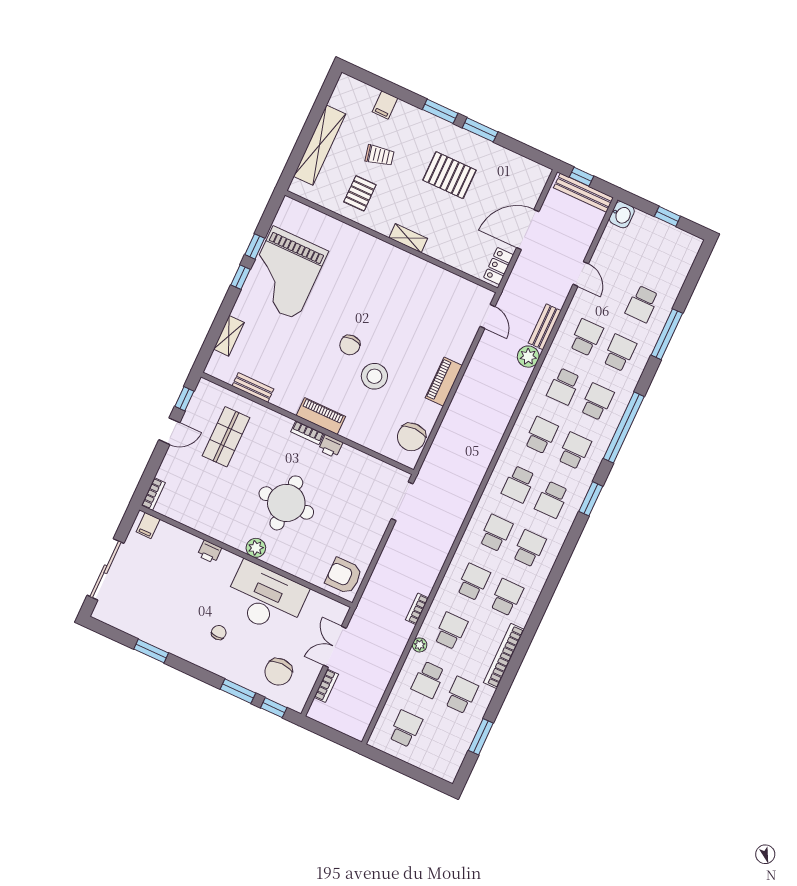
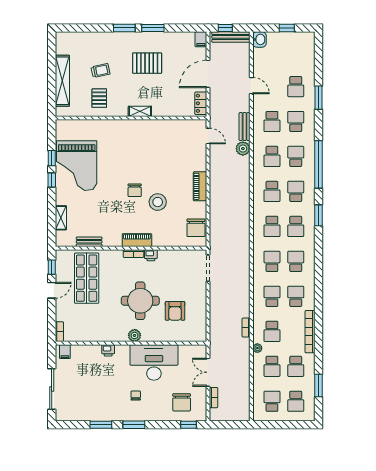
filing cabinet: (385, 105) -> (201, 39), moved
window: (667, 334) -> (319, 98), width x0.69
school desk: (586, 337) -> (272, 121), turned 180
school desk: (541, 435) -> (272, 191), turned 180
shop shelf: (226, 437) -> (87, 278), width x1.43, depth x1.36
armchair: (344, 576) -> (175, 311), moved, turned -90
school desk: (451, 631) -> (272, 331), turned 180
window: (238, 691) -> (134, 425), moved
school desk: (461, 695) -> (296, 366), turned 180
school desk: (439, 744) -> (296, 401), added

